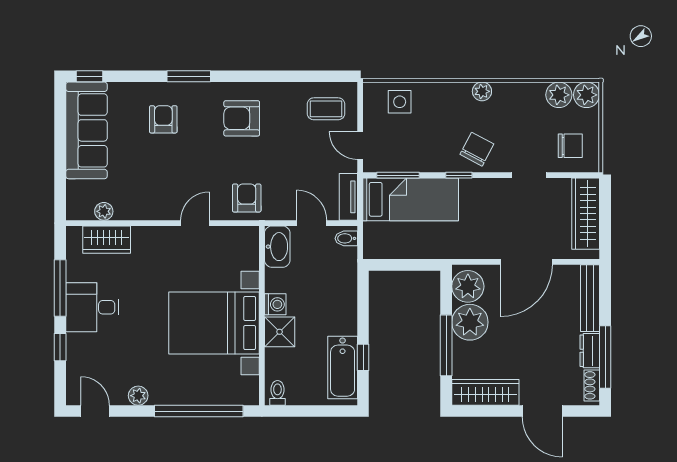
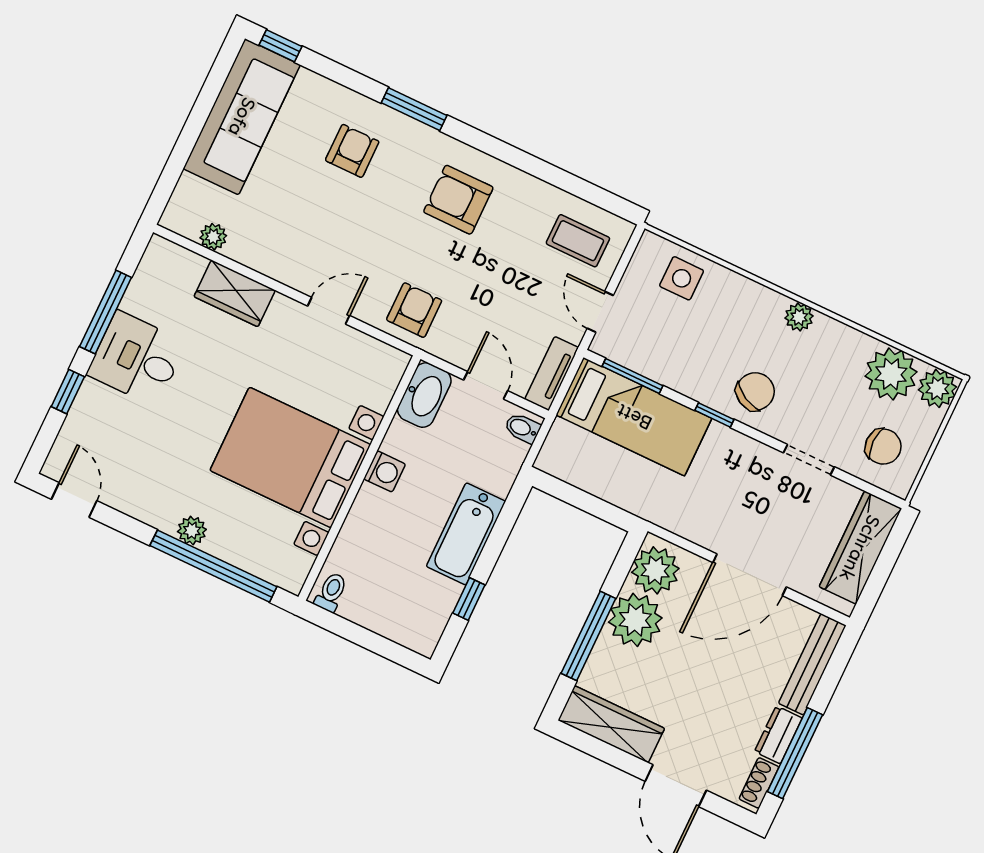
plant: (559, 95) -> (891, 374), width x1.36, depth x1.36
wardrobe: (107, 240) -> (235, 293), moved
shower: (280, 332) -> (373, 511), removed
bathtub: (343, 367) -> (466, 534), moved
plant: (138, 396) -> (192, 531), moved

